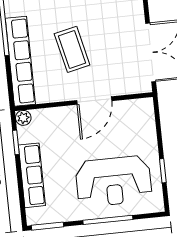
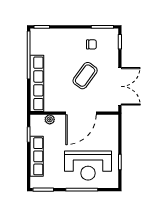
coffee table: (72, 49) -> (85, 76), moved, turned 49
door: (94, 101) -> (81, 113), width x1.36
plant: (23, 118) -> (50, 119), moved

